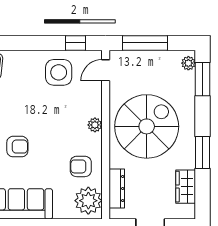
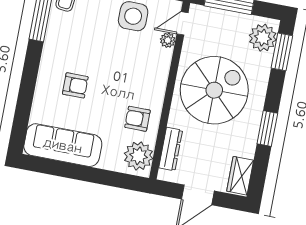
plant: (188, 63) -> (263, 38), width x1.87, depth x1.87
plant: (95, 125) -> (168, 40), moved
wardrobe: (186, 187) -> (240, 176), moved

